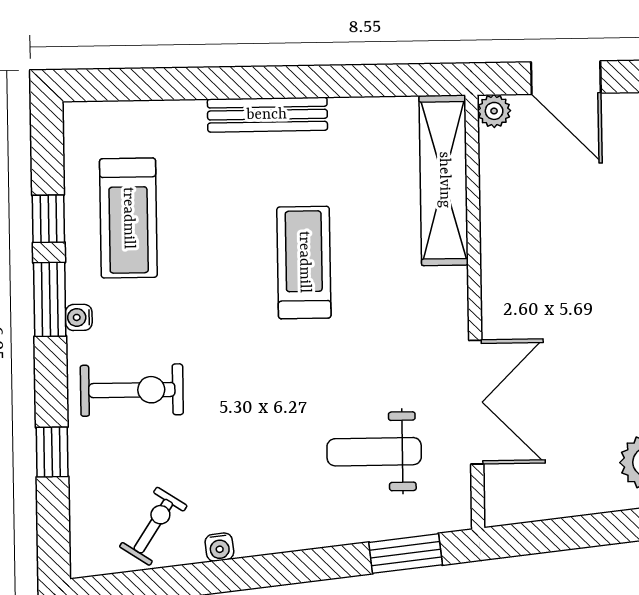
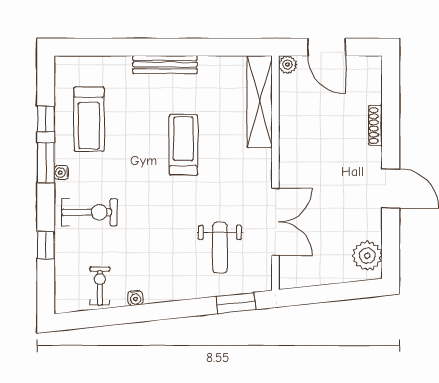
weight bench: (374, 452) -> (220, 248), turned -90
exercise bike: (153, 526) -> (100, 286), turned -33

